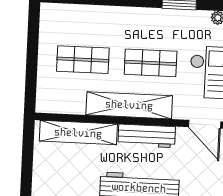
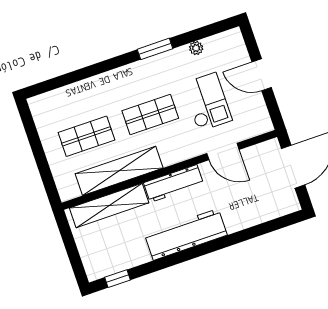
shelving: (129, 105) -> (119, 171), moved

